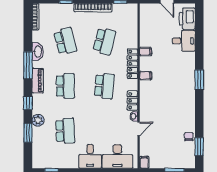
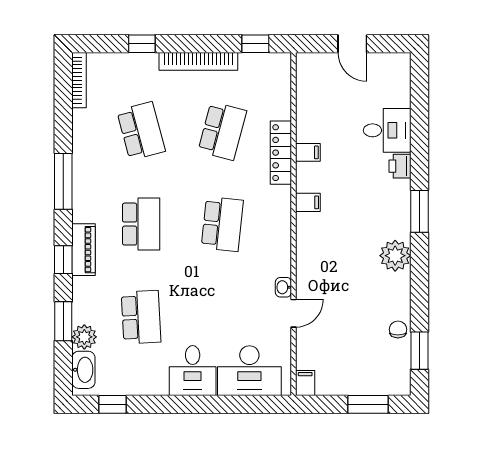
printer: (187, 19) -> (400, 166), moved, width x0.53, depth x0.68
washbasin: (38, 52) -> (83, 370), moved
locker: (133, 64) -> (281, 153), moved
piano: (38, 81) -> (84, 250), moved
locker: (132, 101) -> (281, 255), removed
plant: (188, 101) -> (395, 256), added
plant: (38, 120) -> (84, 337), moved

